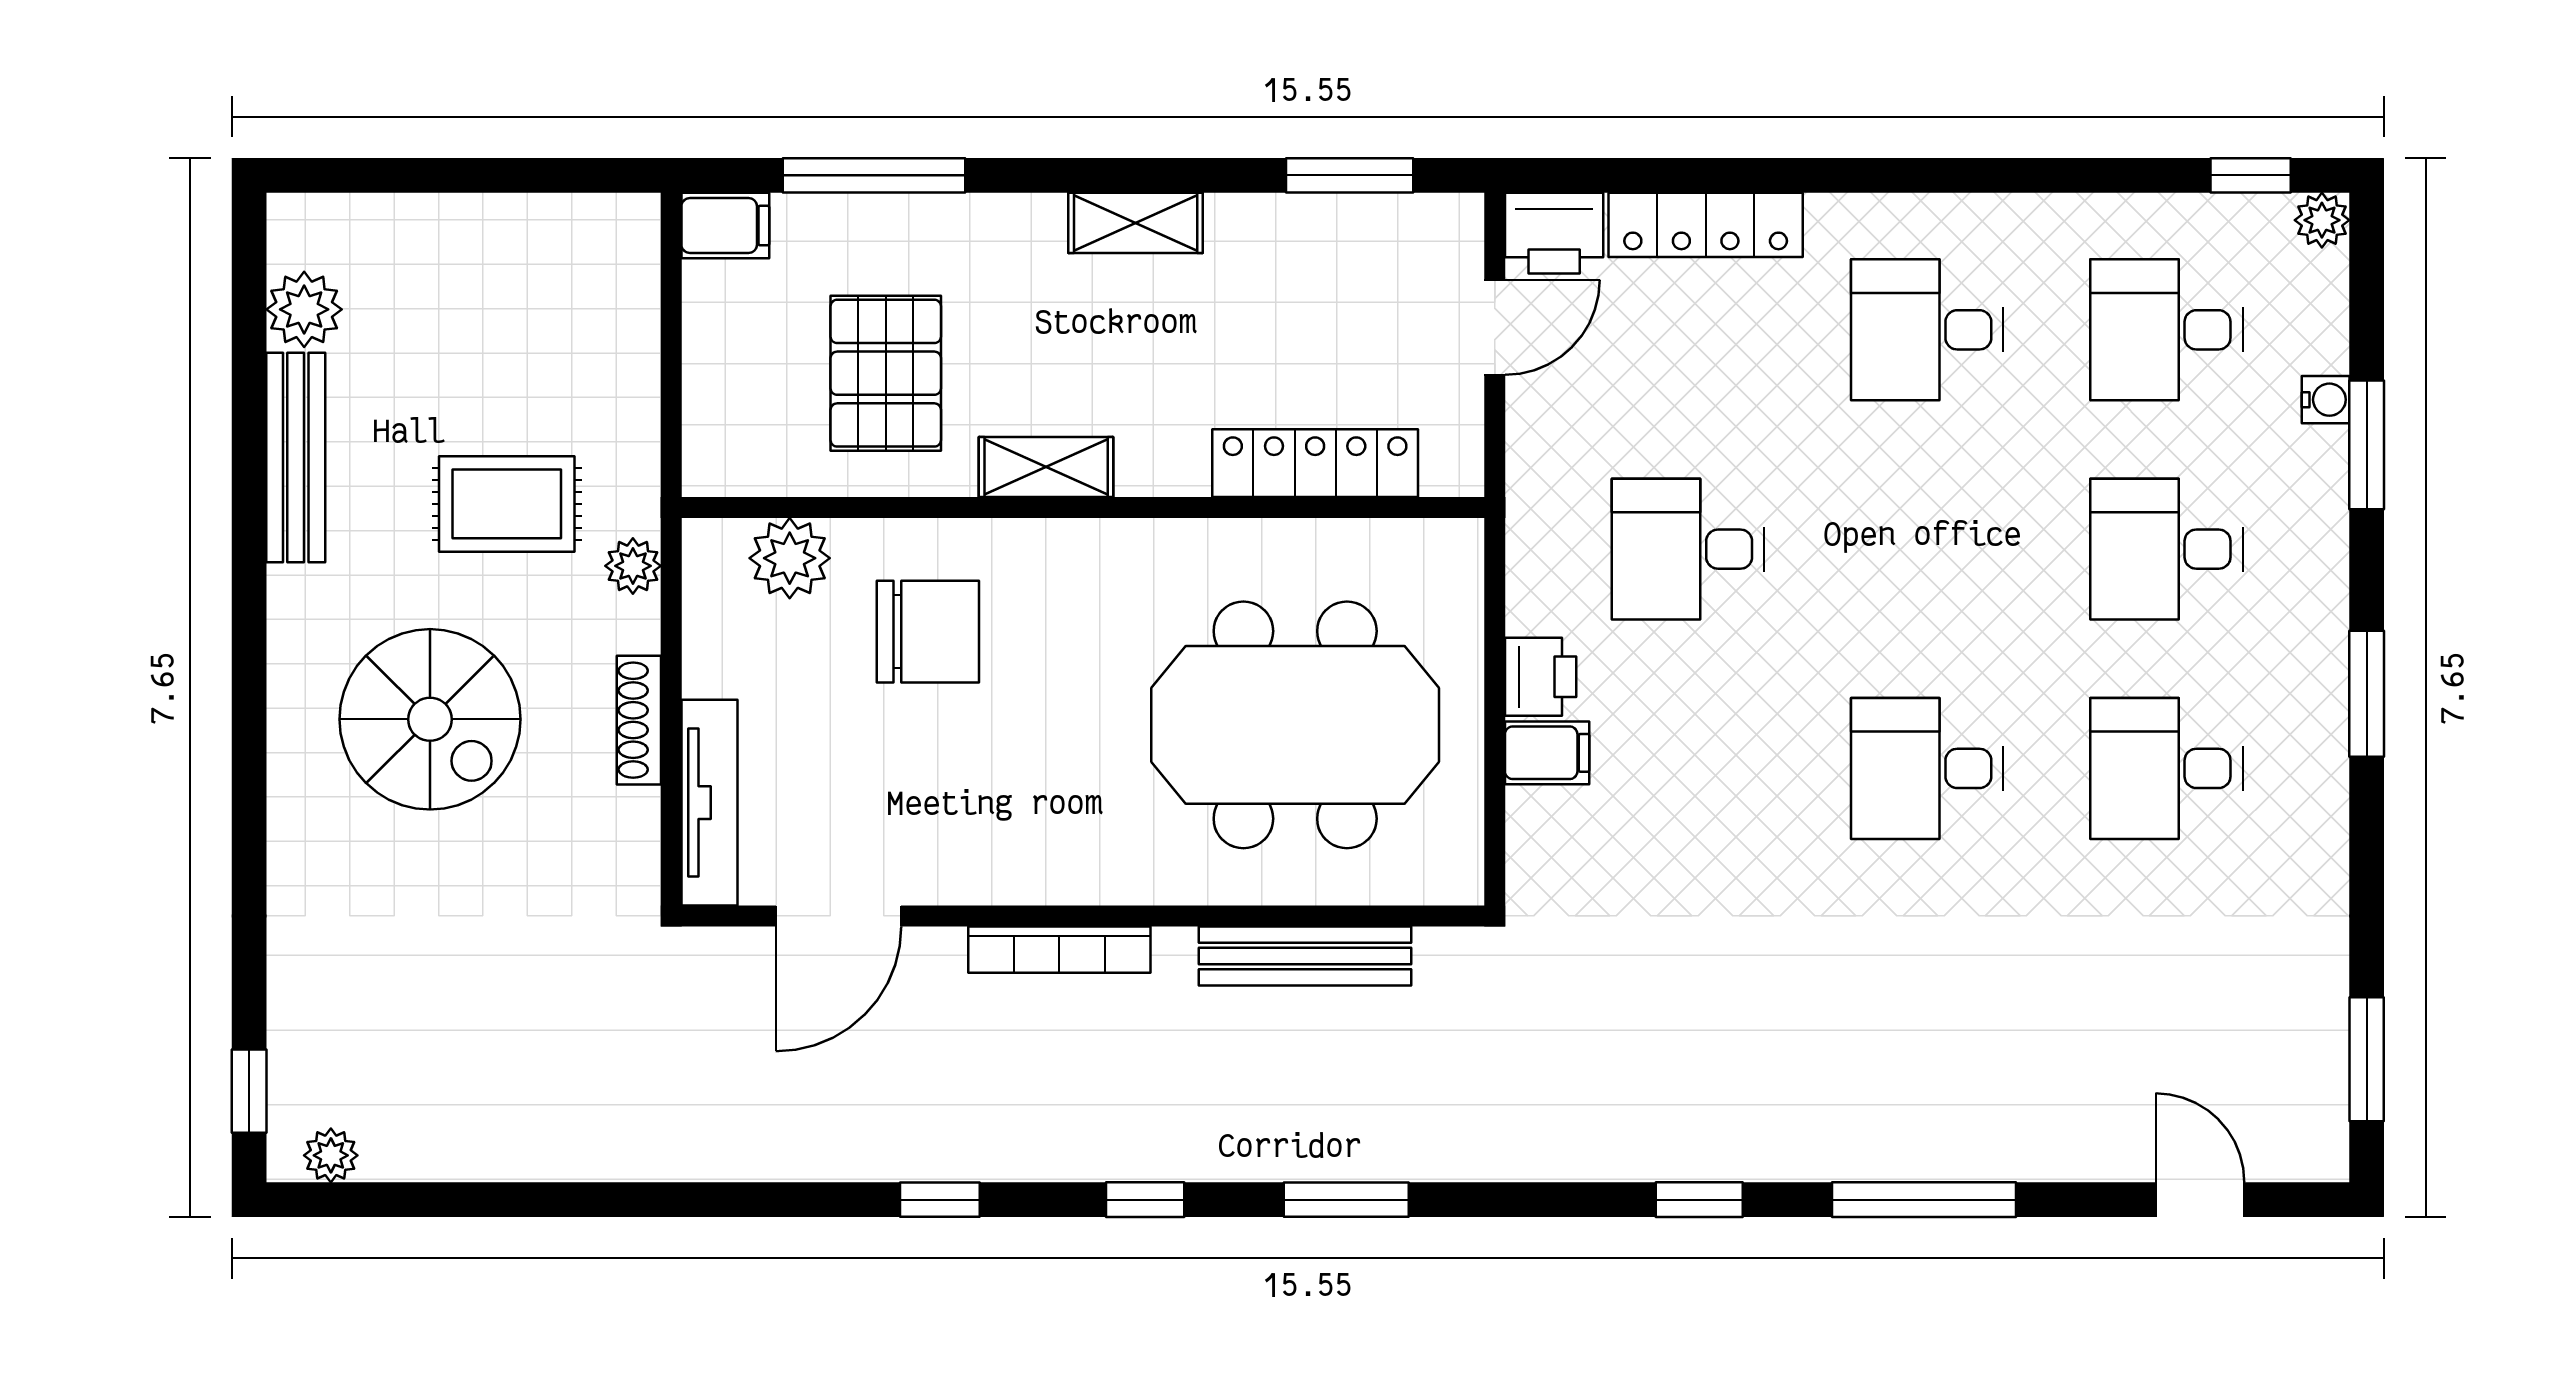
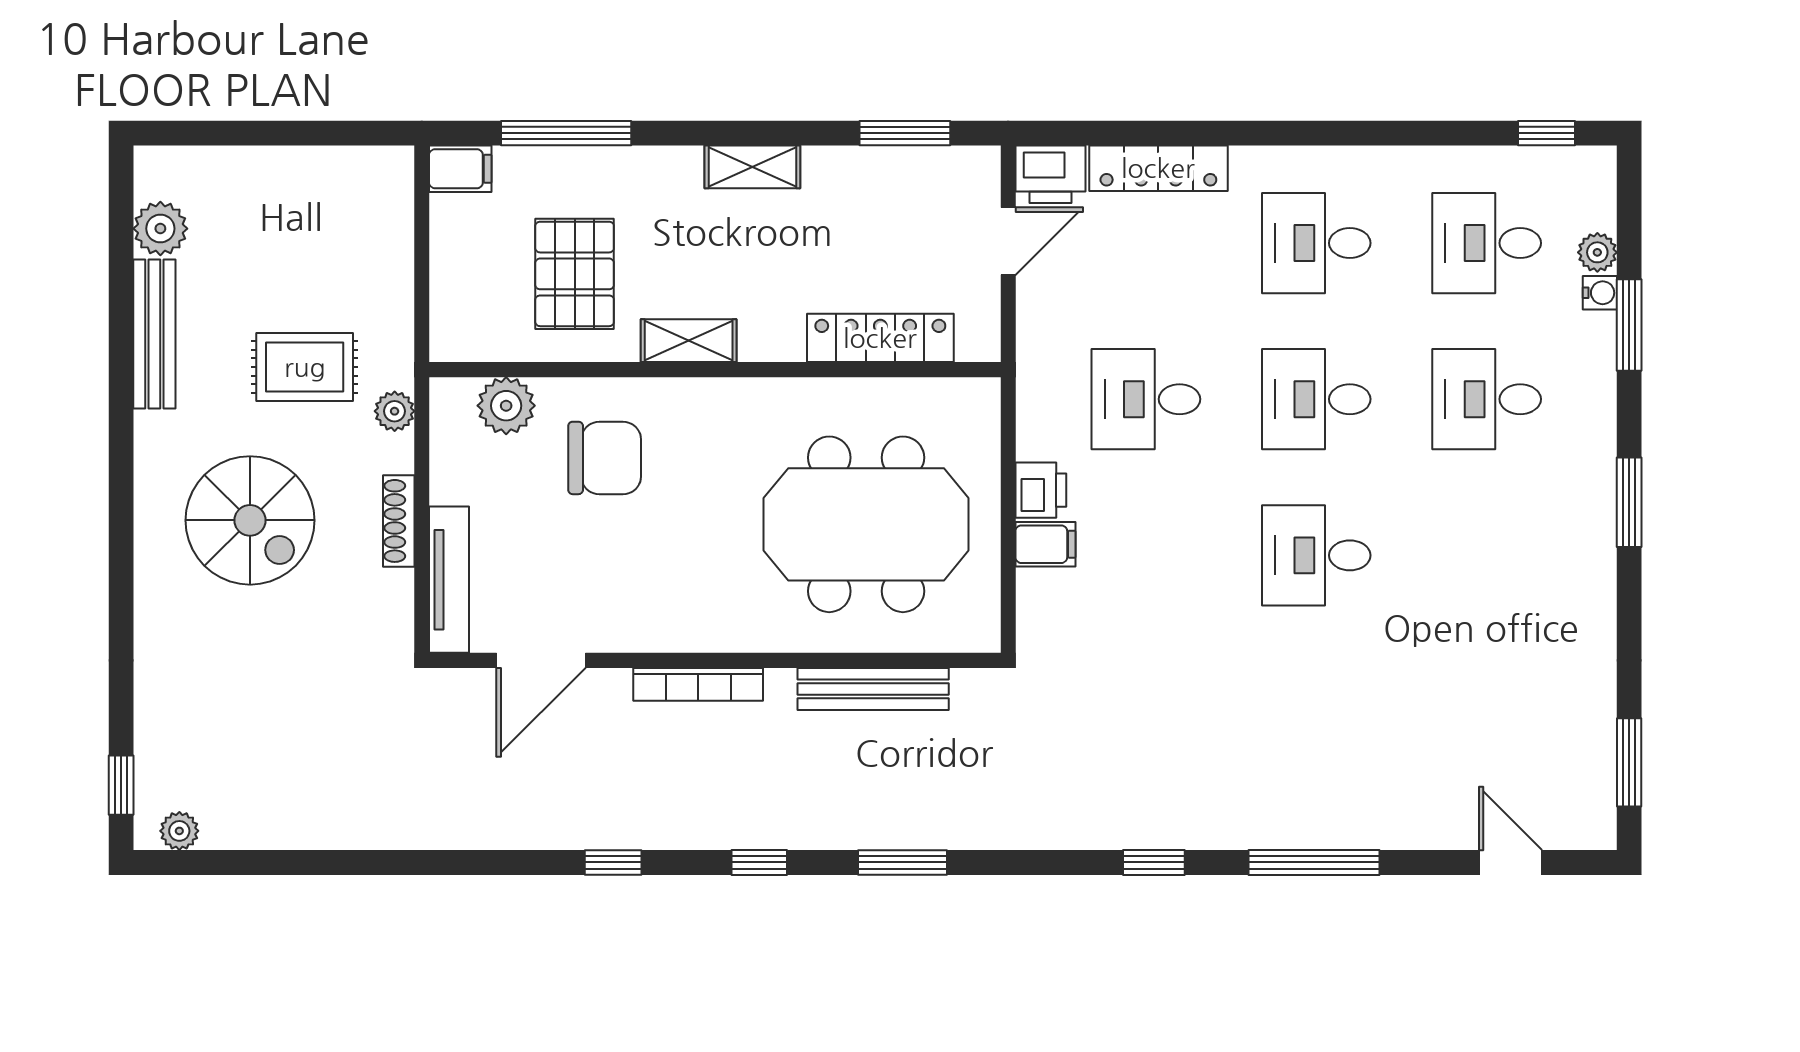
plant: (2322, 220) -> (1597, 252), moved
desk: (2166, 768) -> (1316, 399), moved

